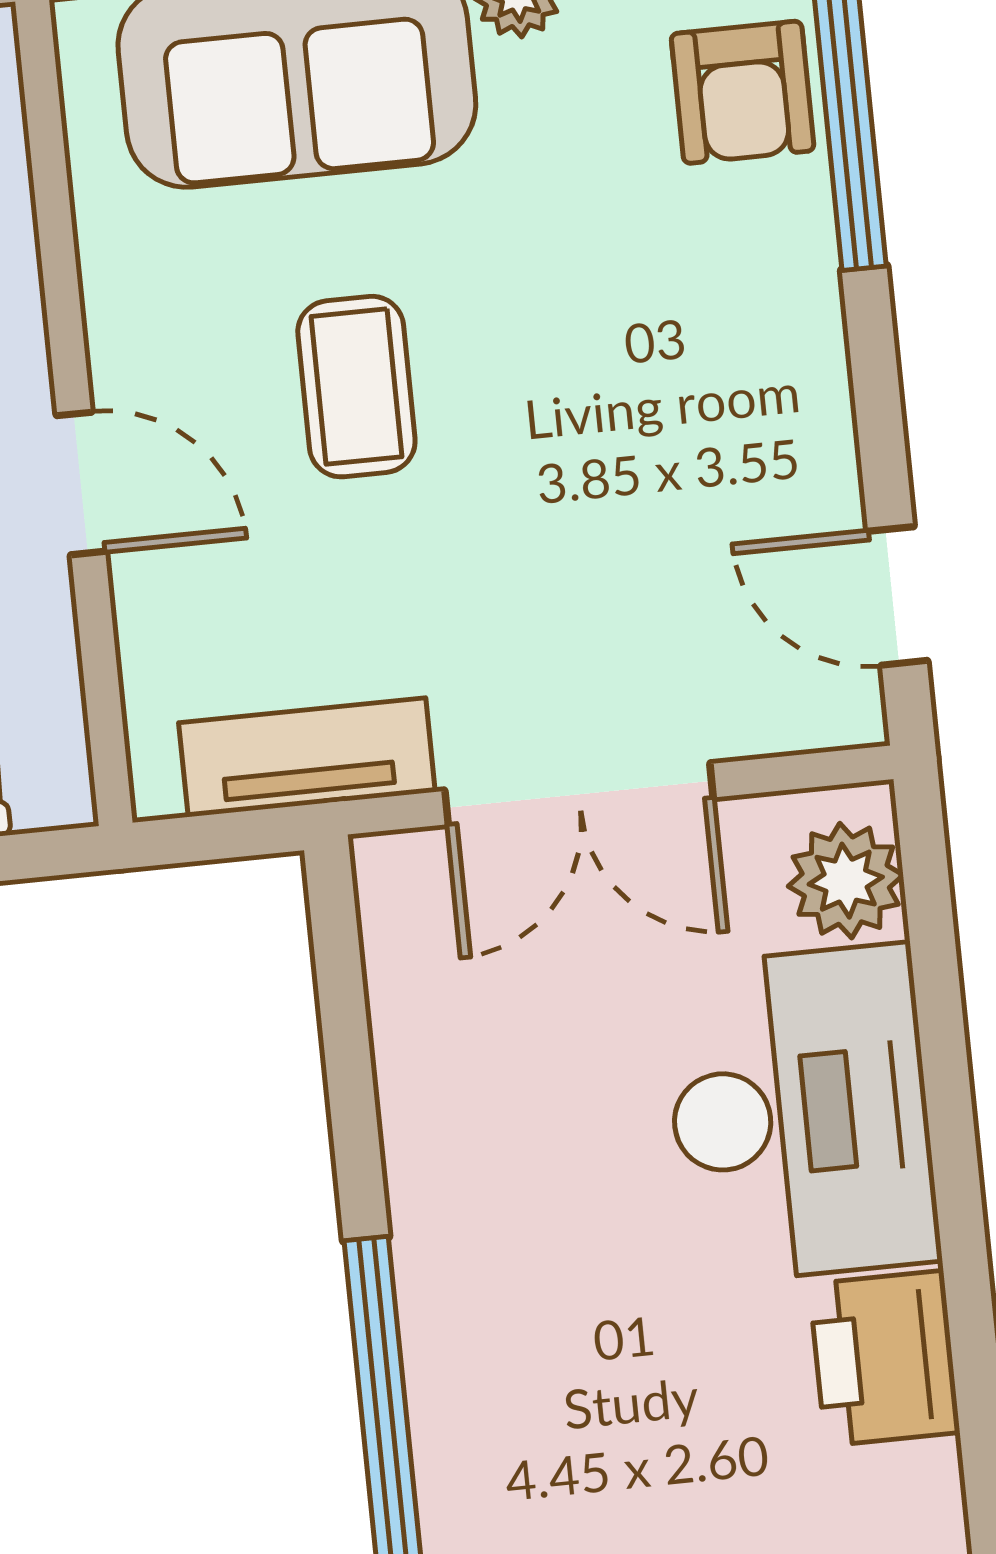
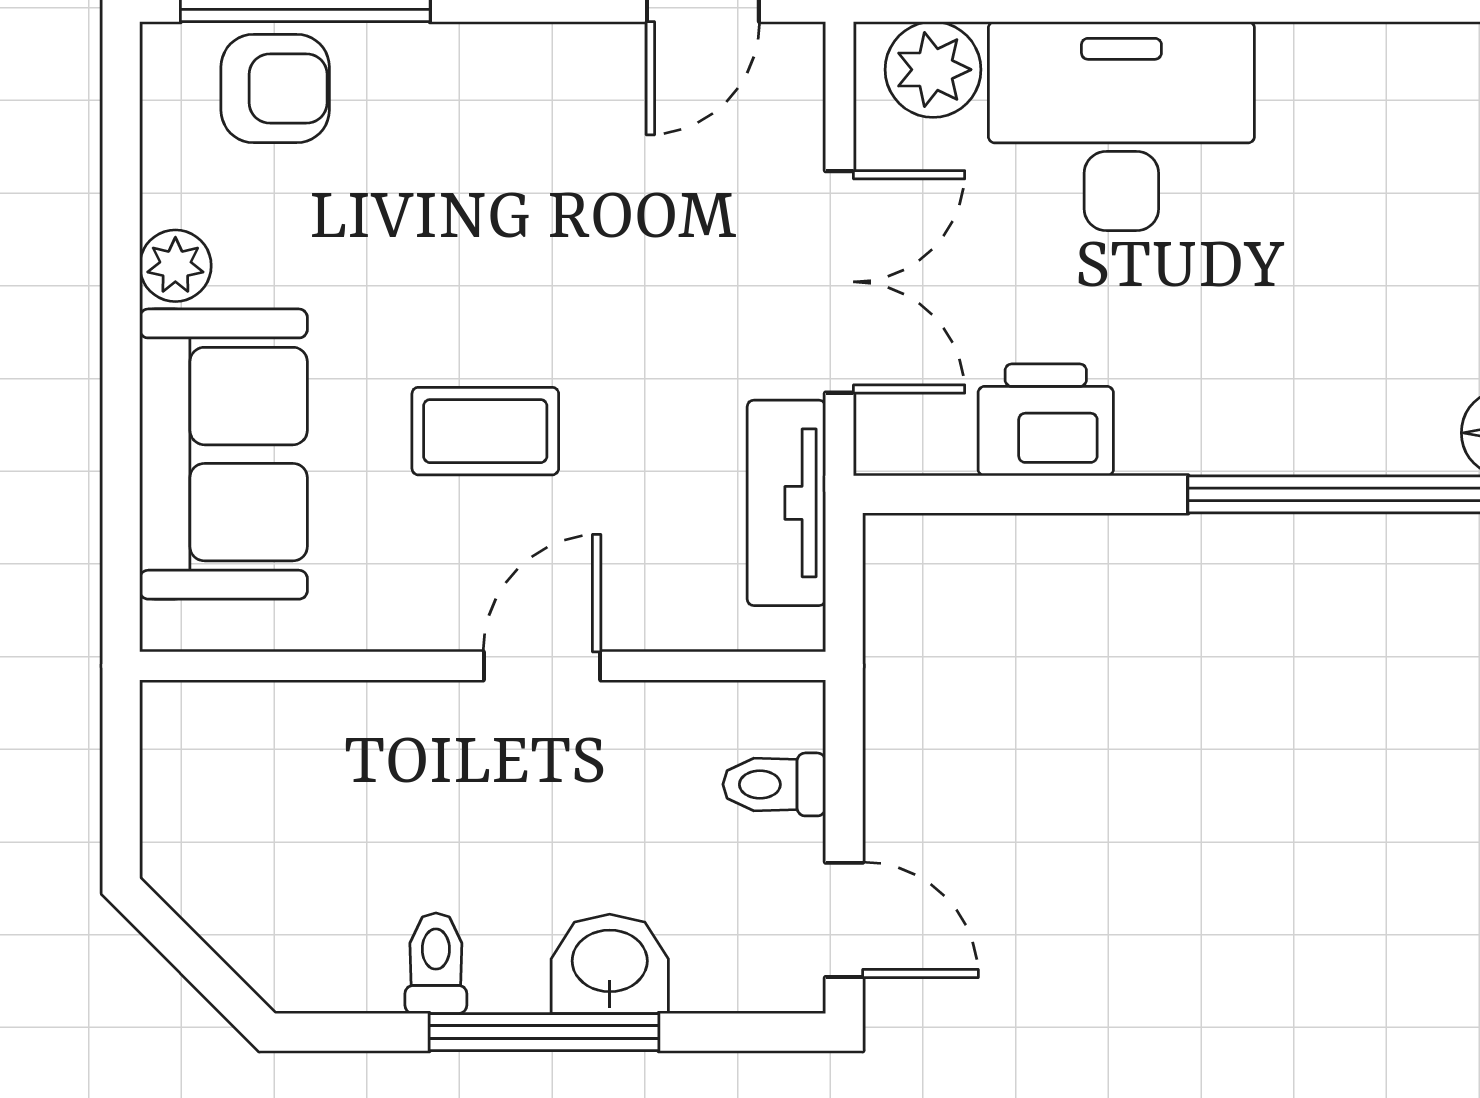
printer: (884, 1358) -> (1046, 420), moved, turned 180

